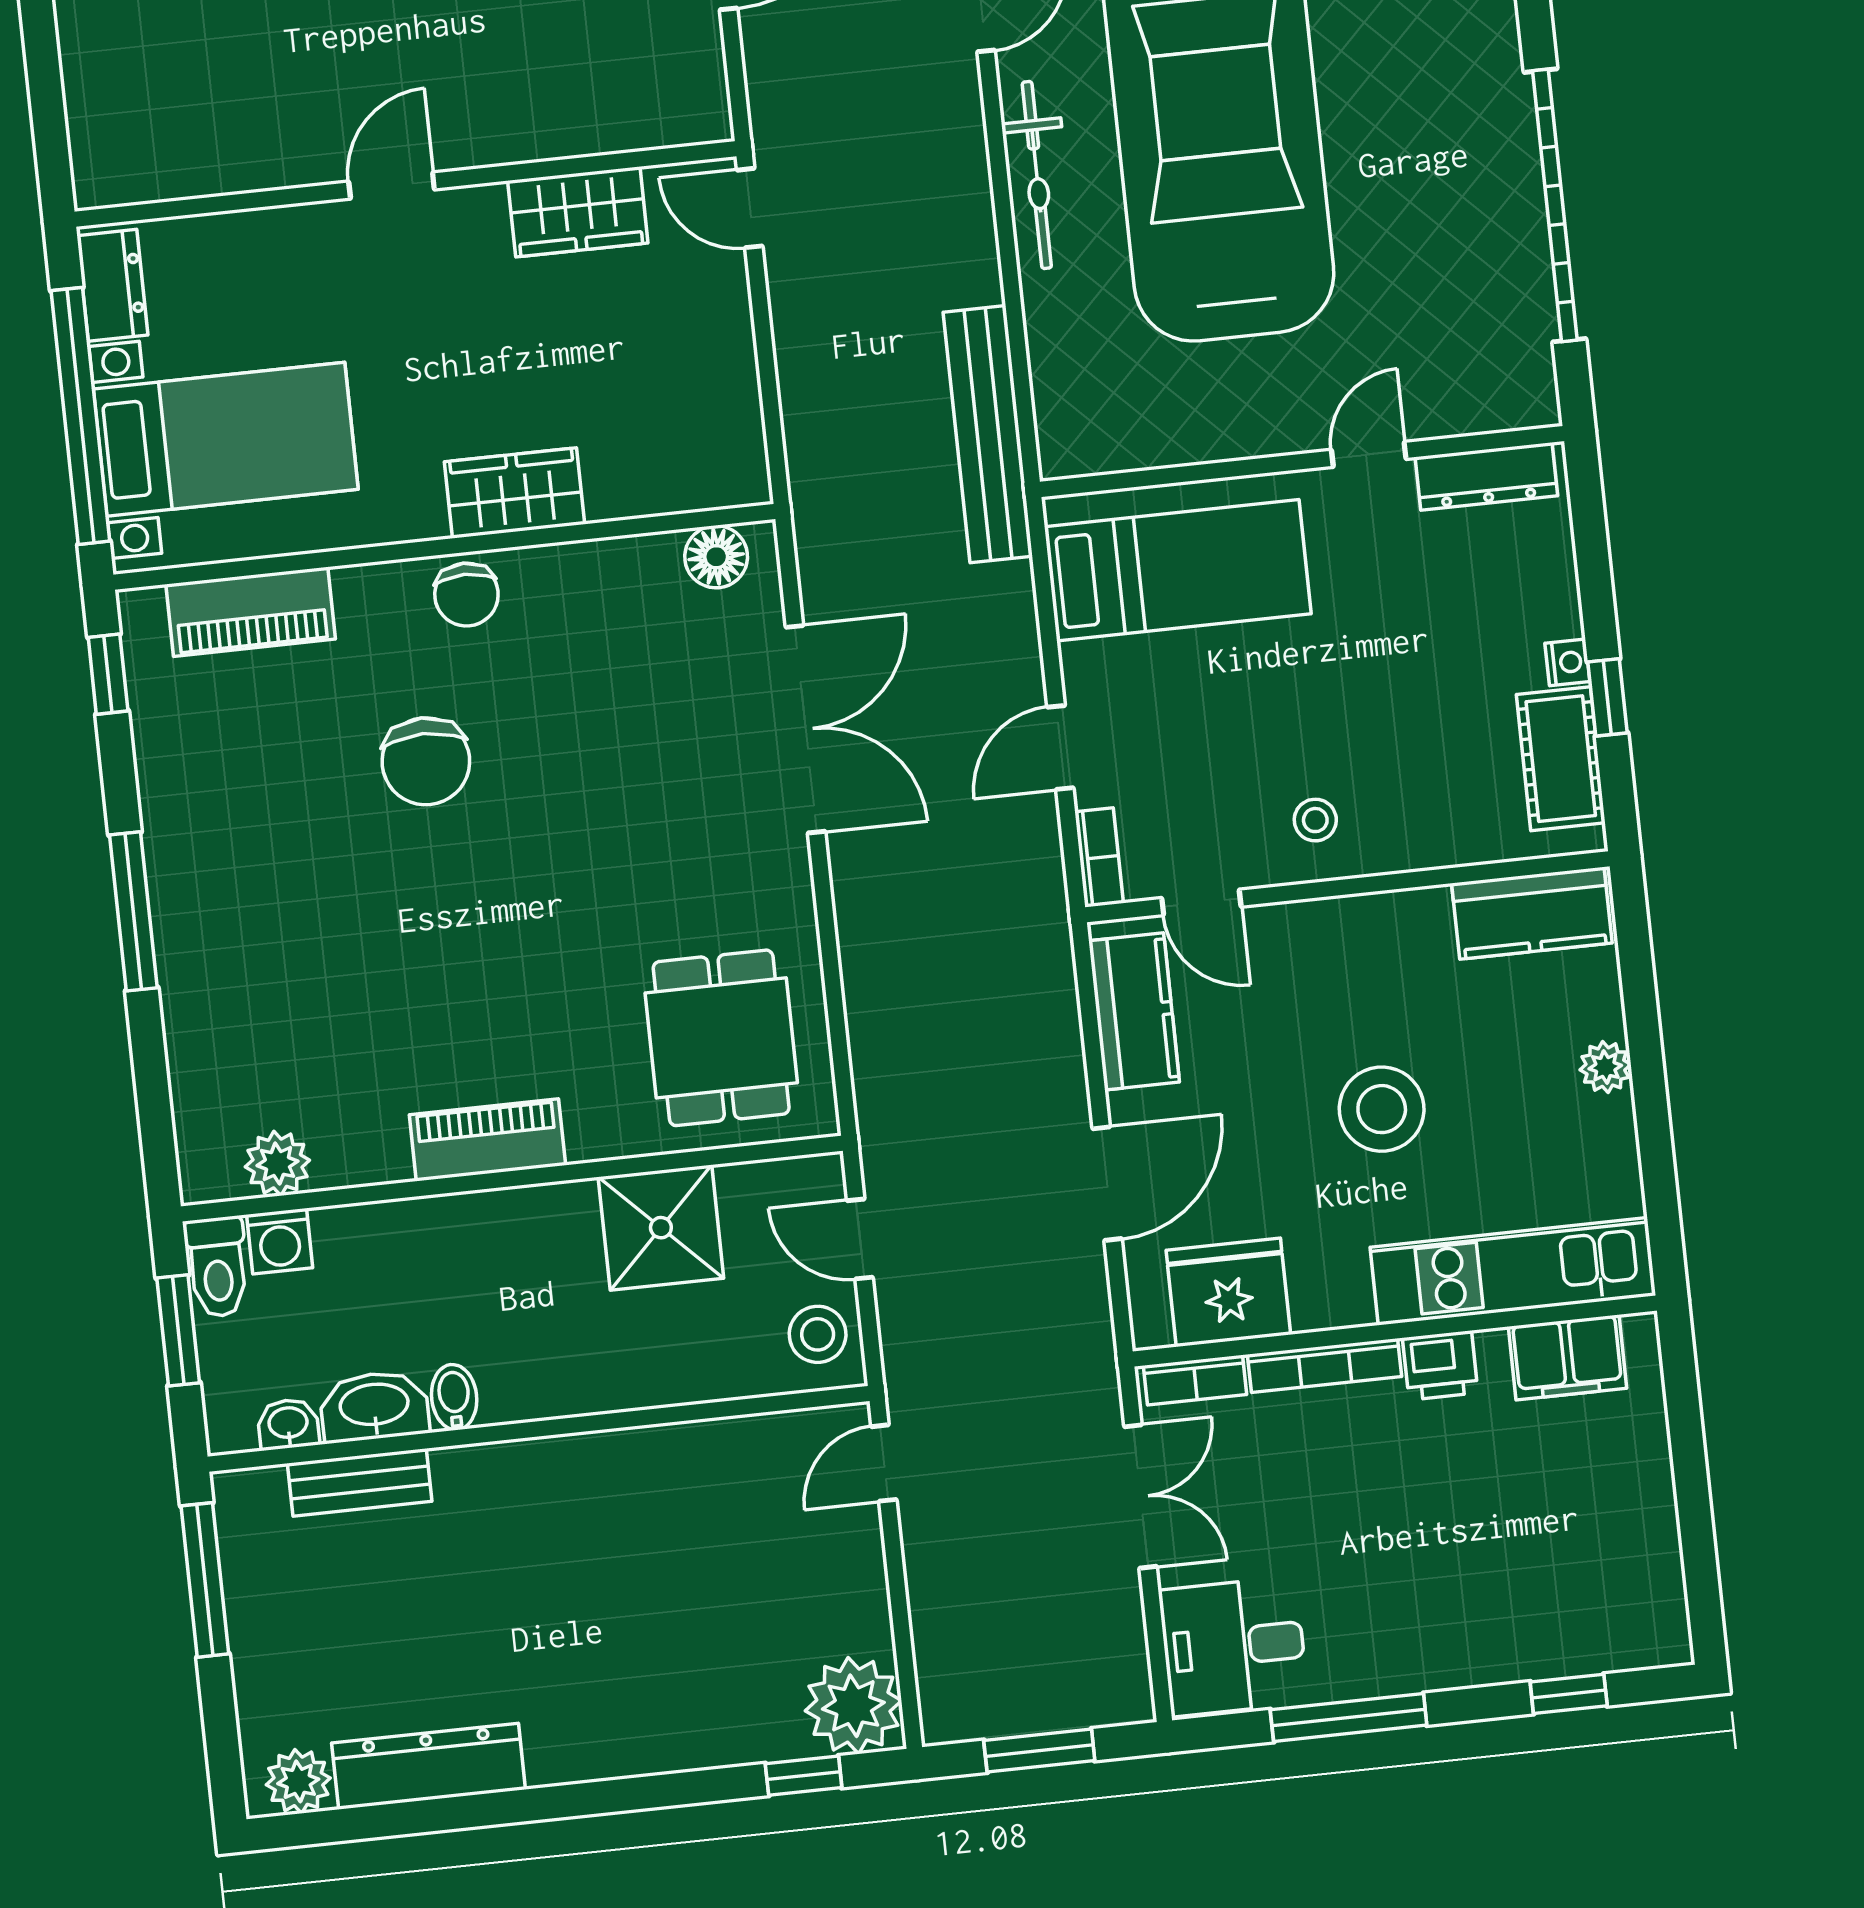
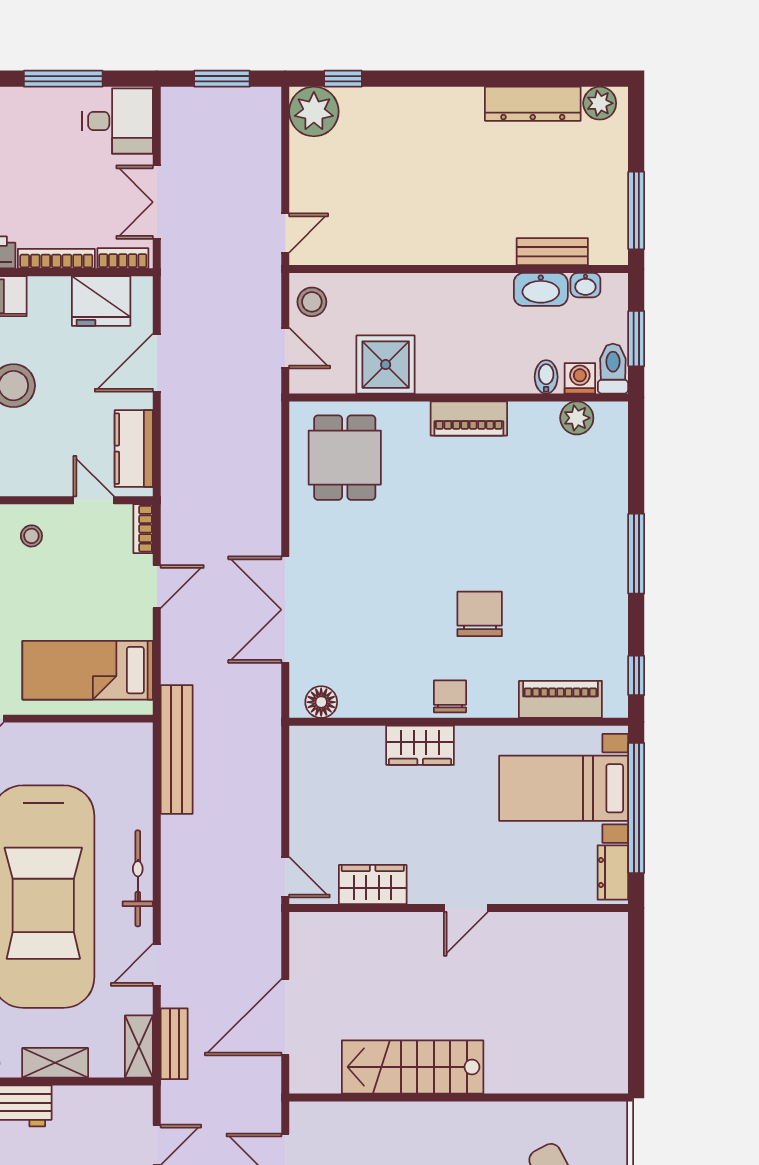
bidet: (454, 1397) -> (546, 377), moved, turned 180

